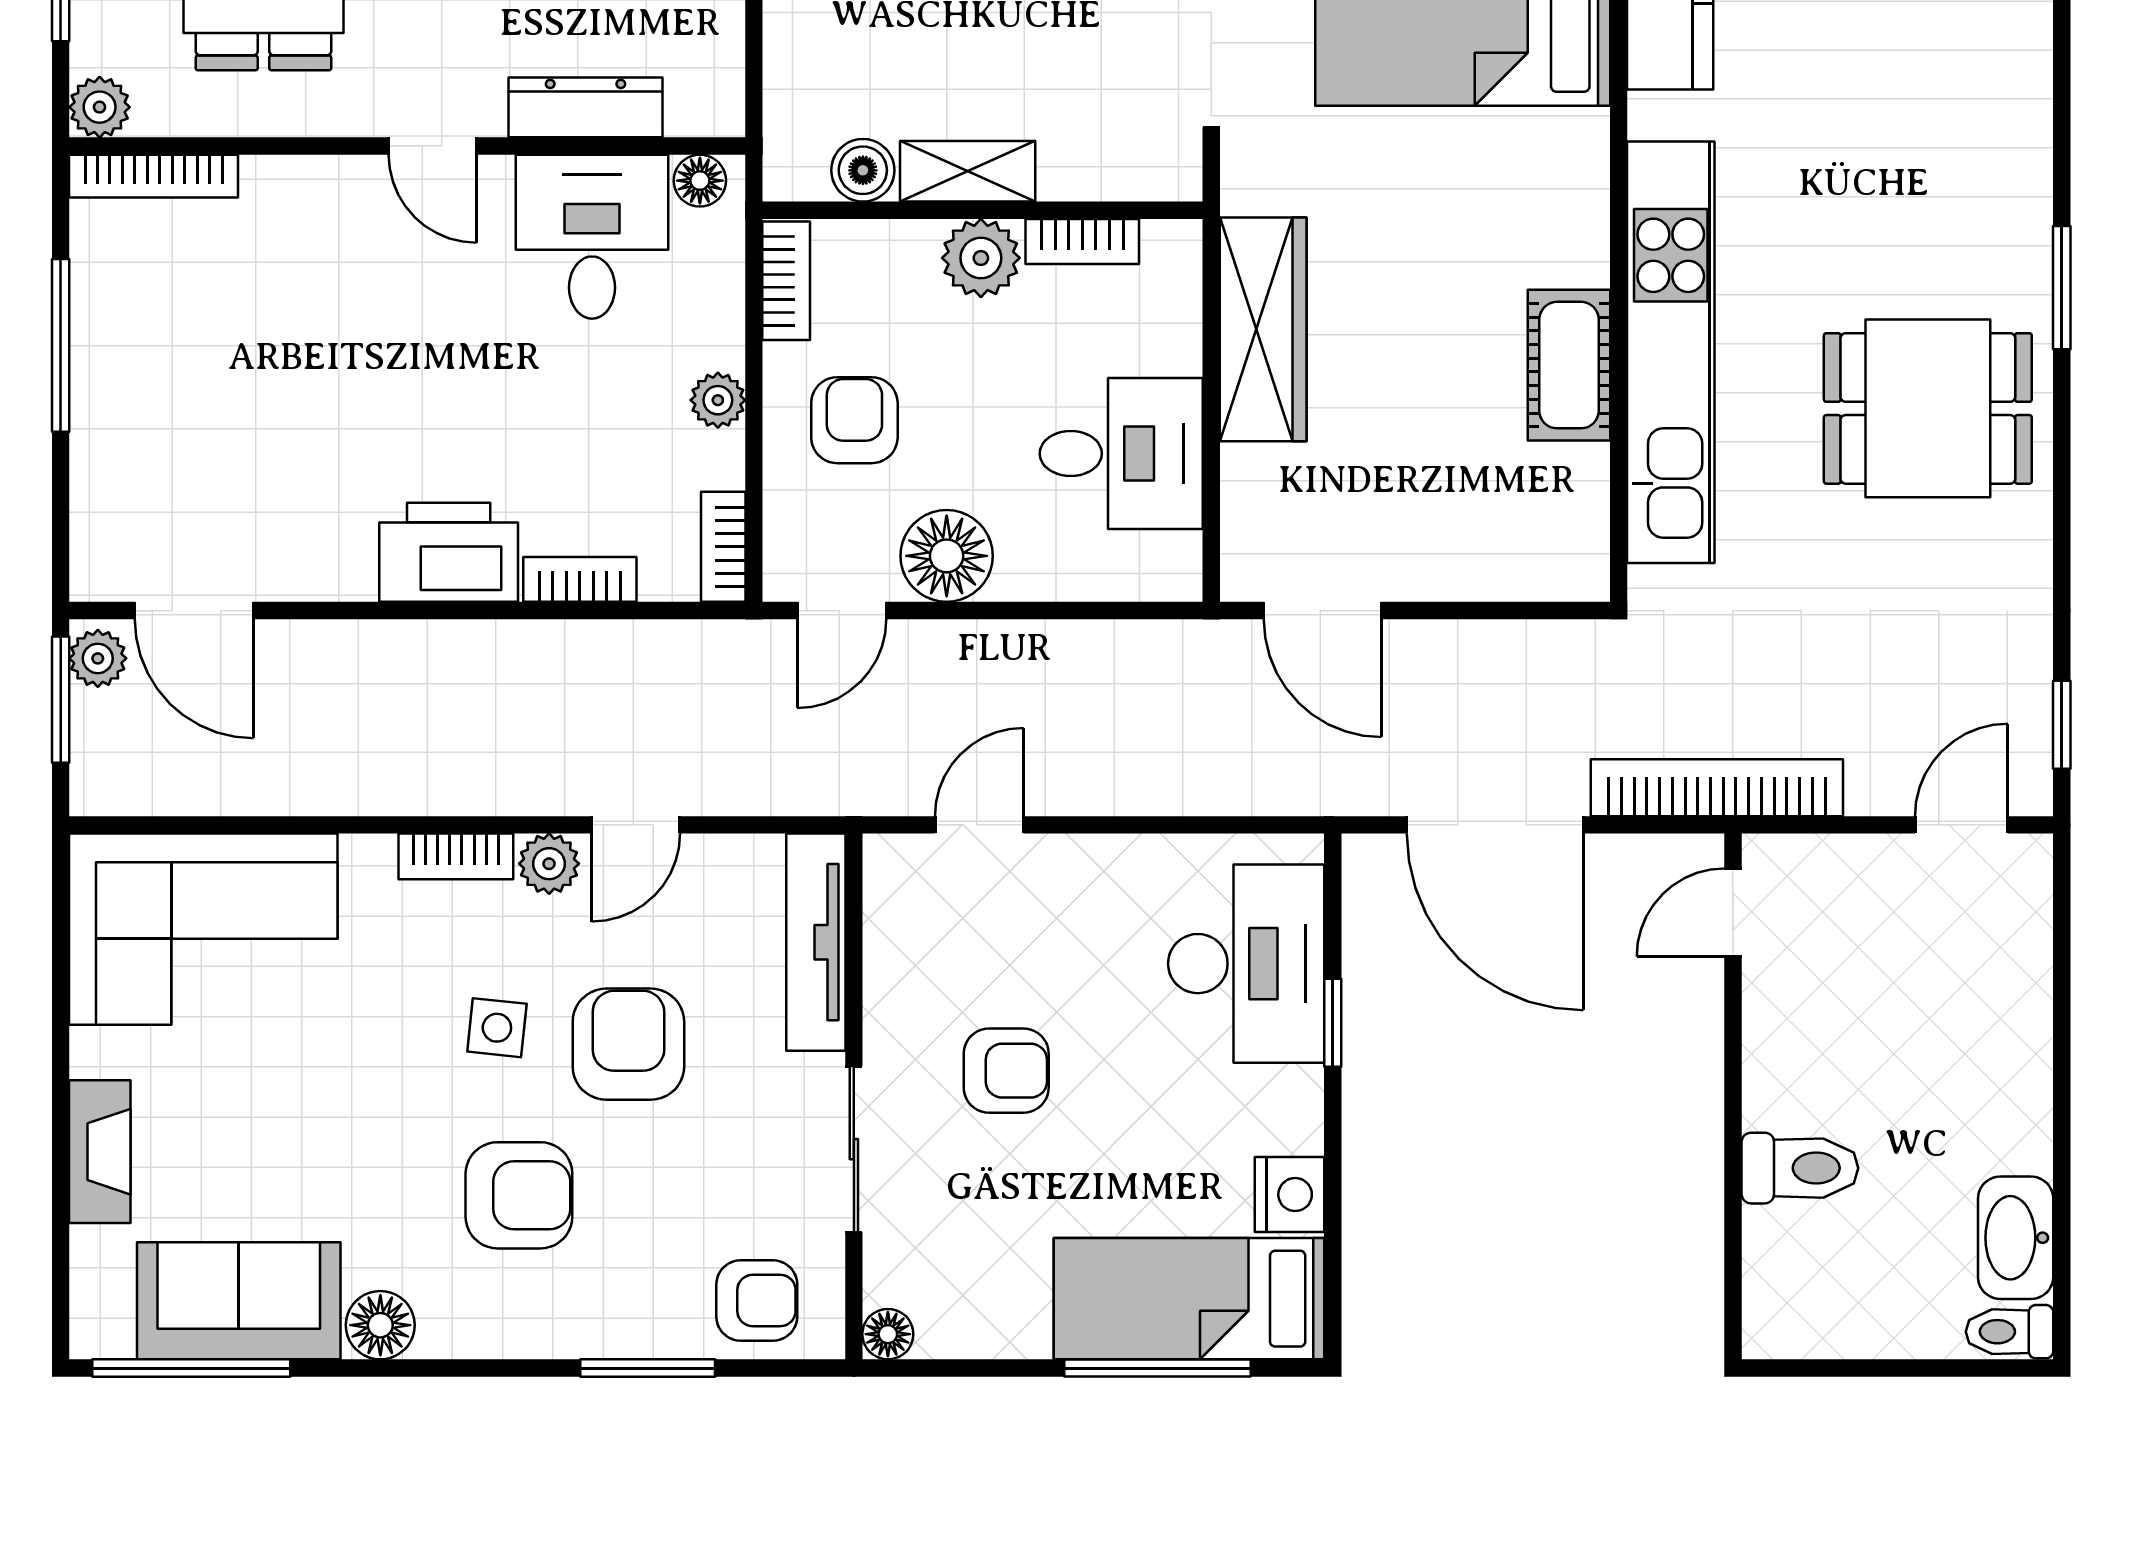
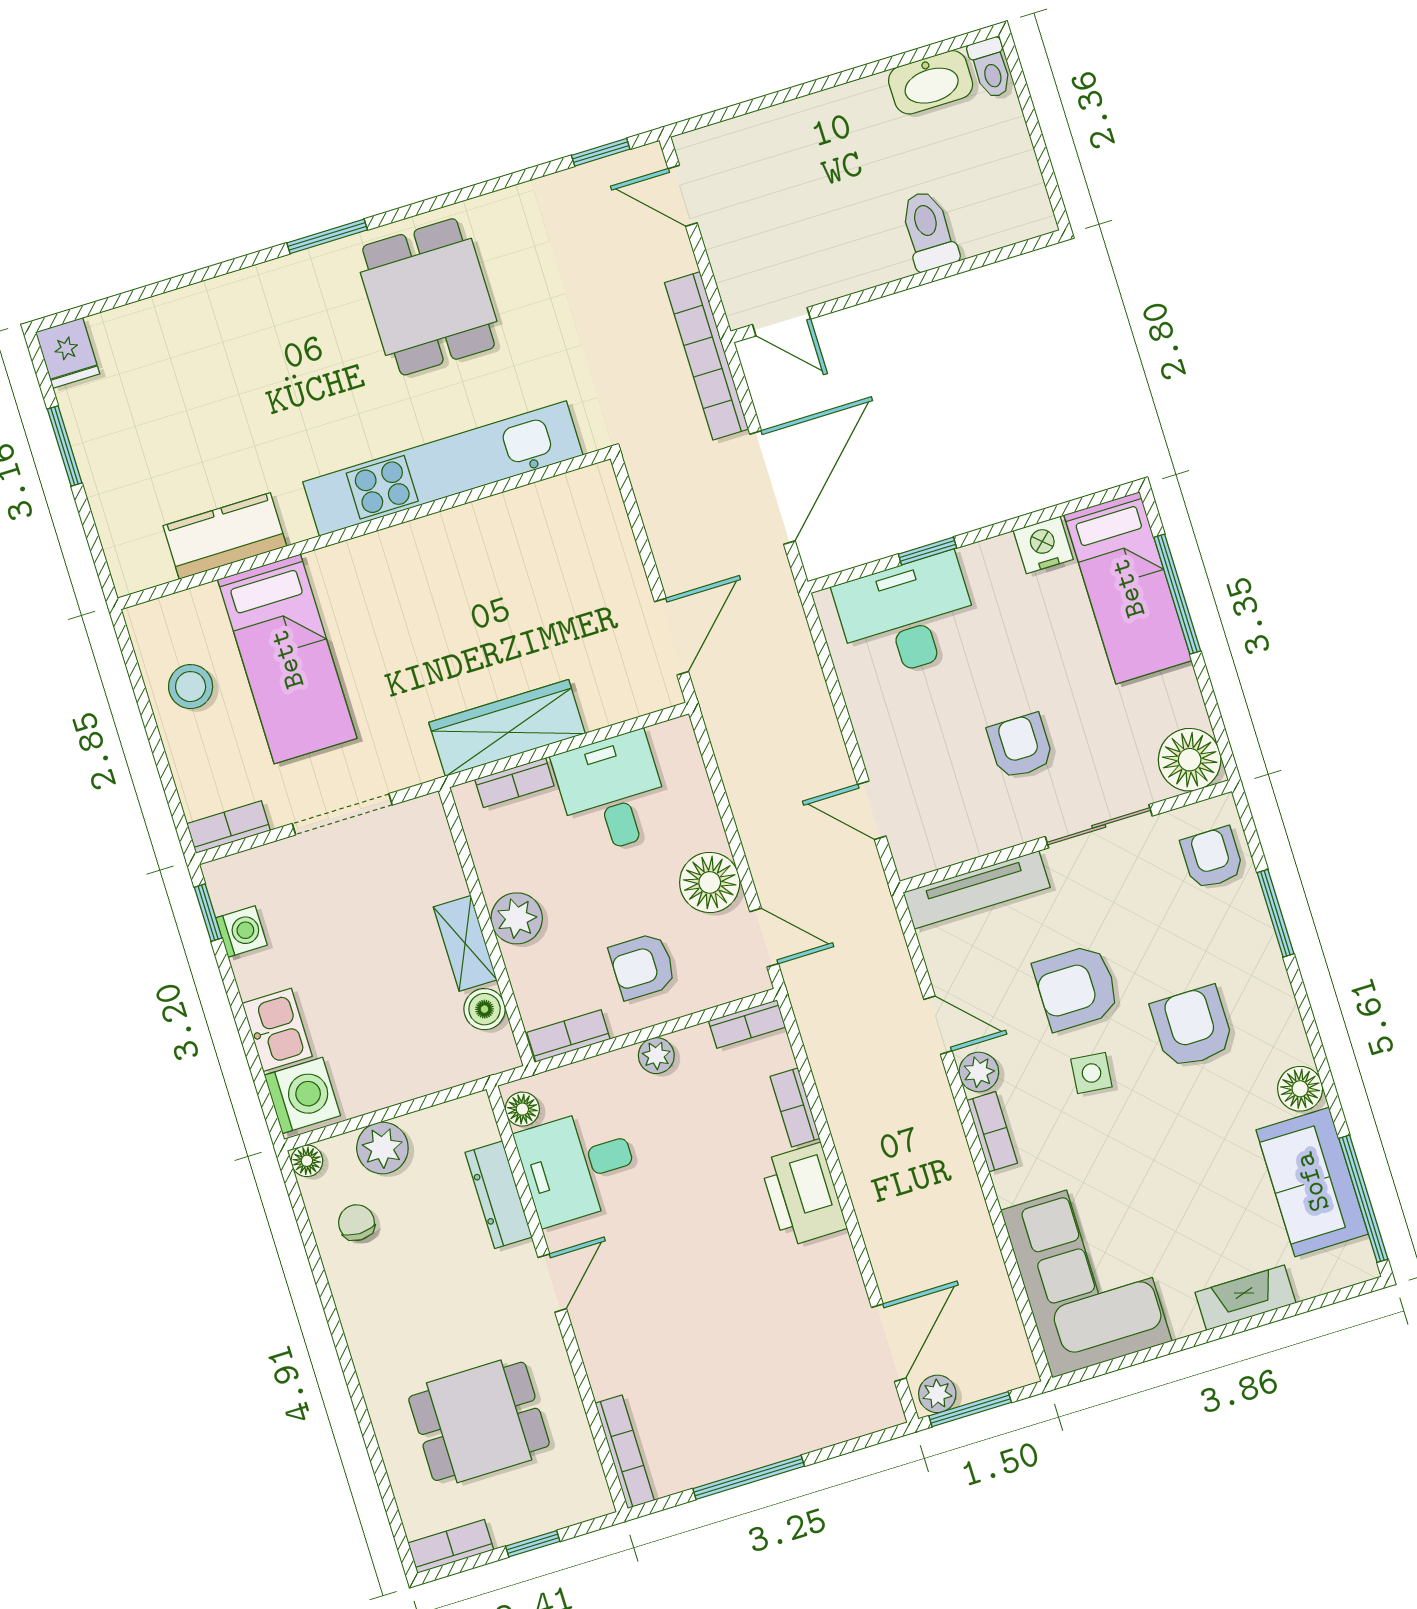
plant: (100, 107) -> (592, 1499), removed
bookcase: (1082, 242) -> (514, 783), moved, turned 90
cot: (1569, 365) -> (470, 530), removed
floor lamp: (888, 1334) -> (1190, 760), width x1.89, depth x1.89

